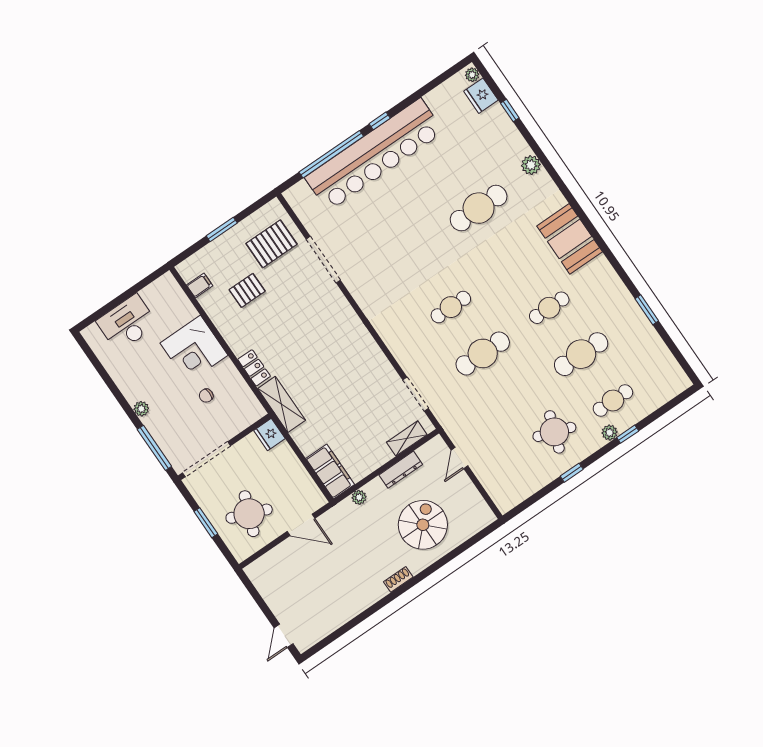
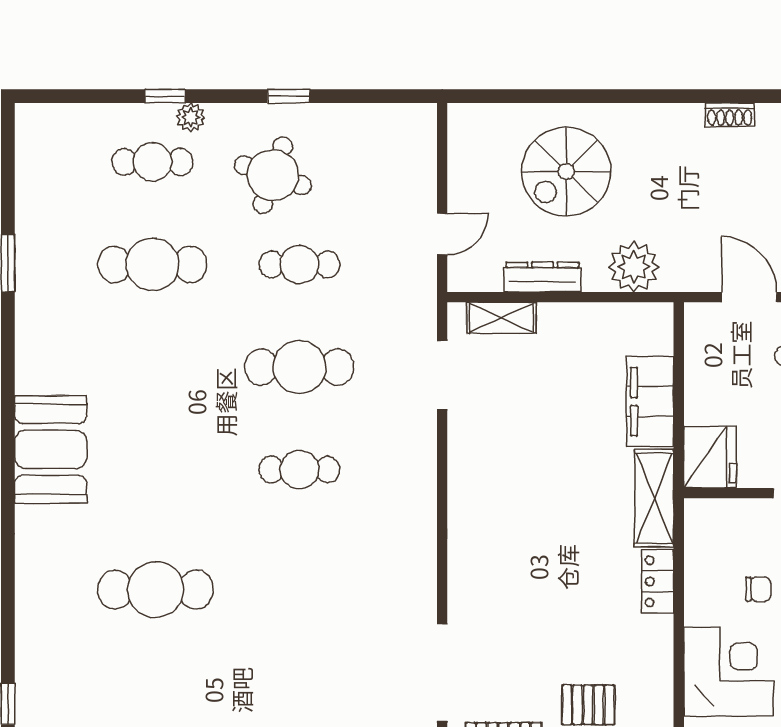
plant: (531, 165) -> (33, 600), removed
cafe table: (549, 308) -> (299, 264), moved
fridge: (269, 435) -> (710, 457), width x1.36, depth x1.34
filing cabinet: (330, 471) -> (650, 402), moved
plant: (359, 497) -> (634, 267), width x1.88, depth x1.88
shoe rack: (398, 579) -> (730, 115), moved

